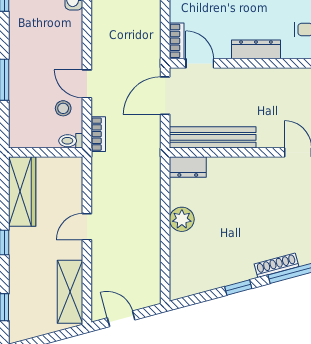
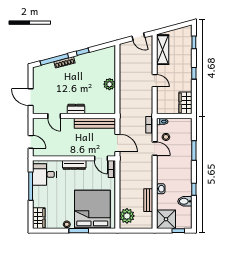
door: (165, 96) -> (117, 143), hinge flipped
dresser: (188, 167) -> (76, 109), moved
wardrobe: (22, 192) -> (185, 103), width x0.67
door: (87, 227) -> (155, 81), hinge flipped

